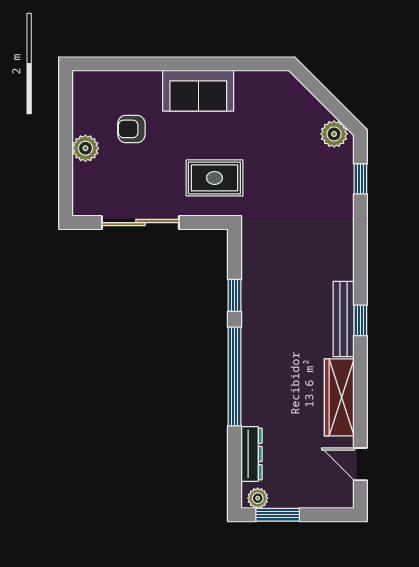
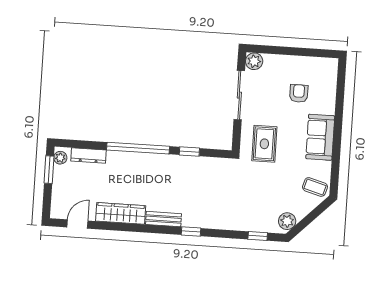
coffee table: (277, 94) -> (315, 187), added
plant: (85, 148) -> (254, 61), moved
bench: (344, 319) -> (164, 219), width x0.73
window: (360, 320) -> (191, 232), moved

